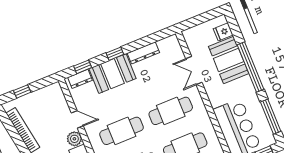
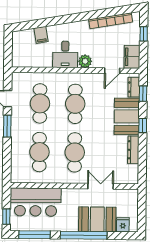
filing cabinet: (50, 93) -> (132, 57), added
door: (77, 119) -> (112, 71), moved

